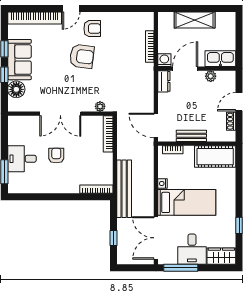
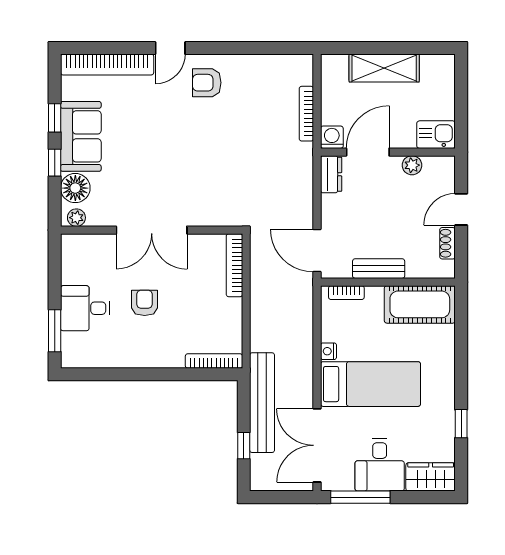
armchair: (92, 29) -> (207, 83), turned 180
armchair: (82, 56) -> (189, 131), removed
kitchen sink: (220, 59) -> (436, 135), width x0.73
plant: (100, 106) -> (76, 218), moved
bench: (124, 189) -> (262, 403), moved

